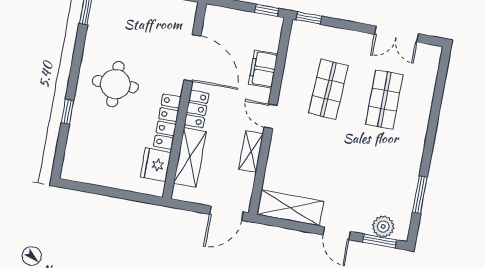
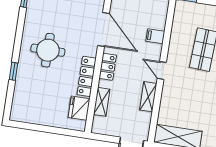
filing cabinet: (263, 69) -> (155, 36), width x0.50
shelving: (190, 157) -> (102, 102), width x0.67, depth x0.75

